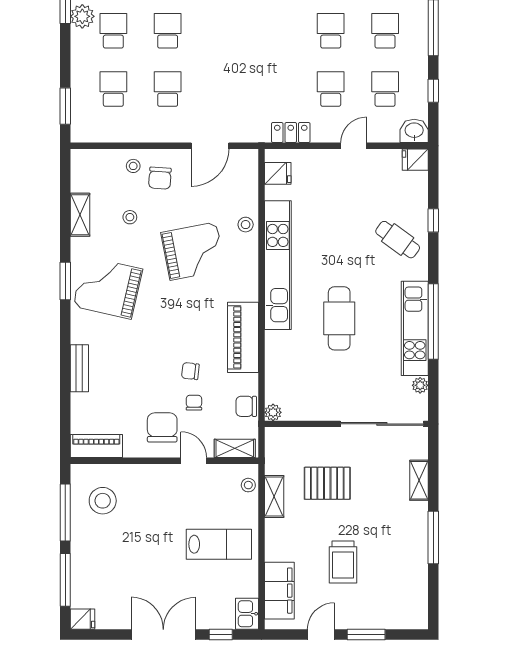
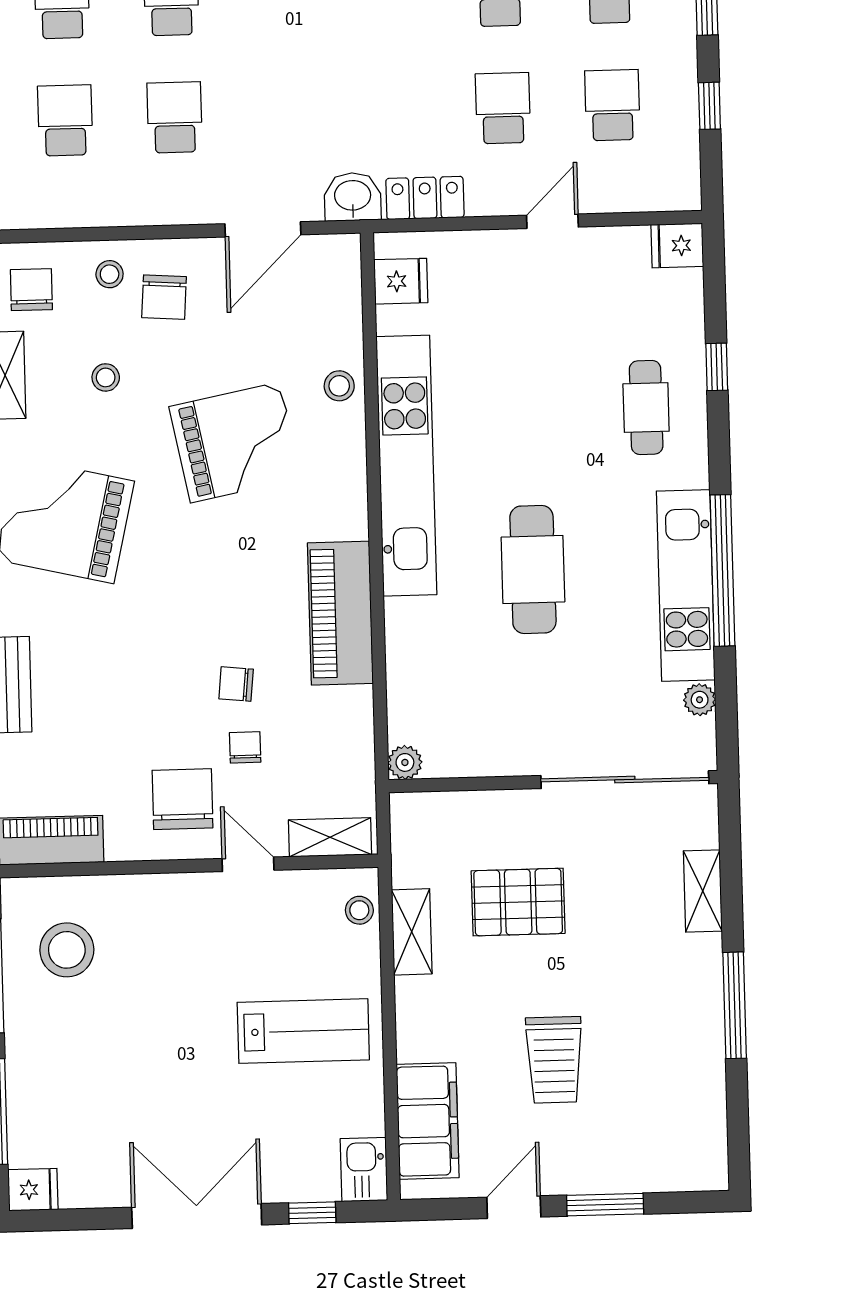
washbasin: (414, 131) -> (353, 197), moved
cafe table: (398, 240) -> (646, 408), turned 54
chair: (246, 406) -> (31, 290), moved, turned 90

